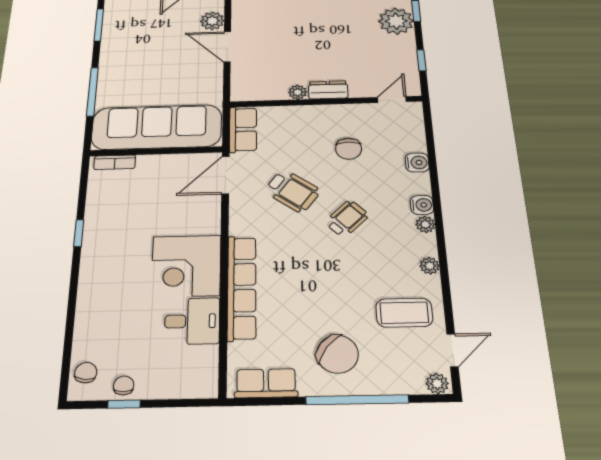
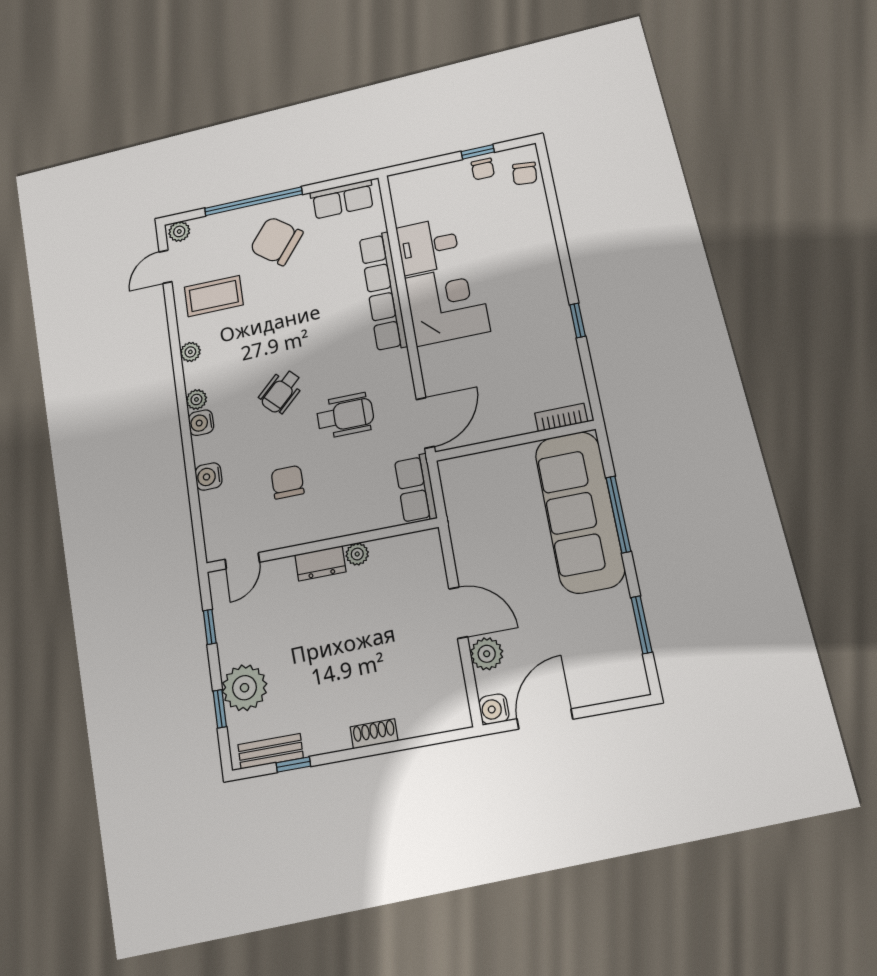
sofa: (157, 127) -> (580, 512), moved, turned 90
wheelchair: (292, 191) -> (345, 416), turned 144

